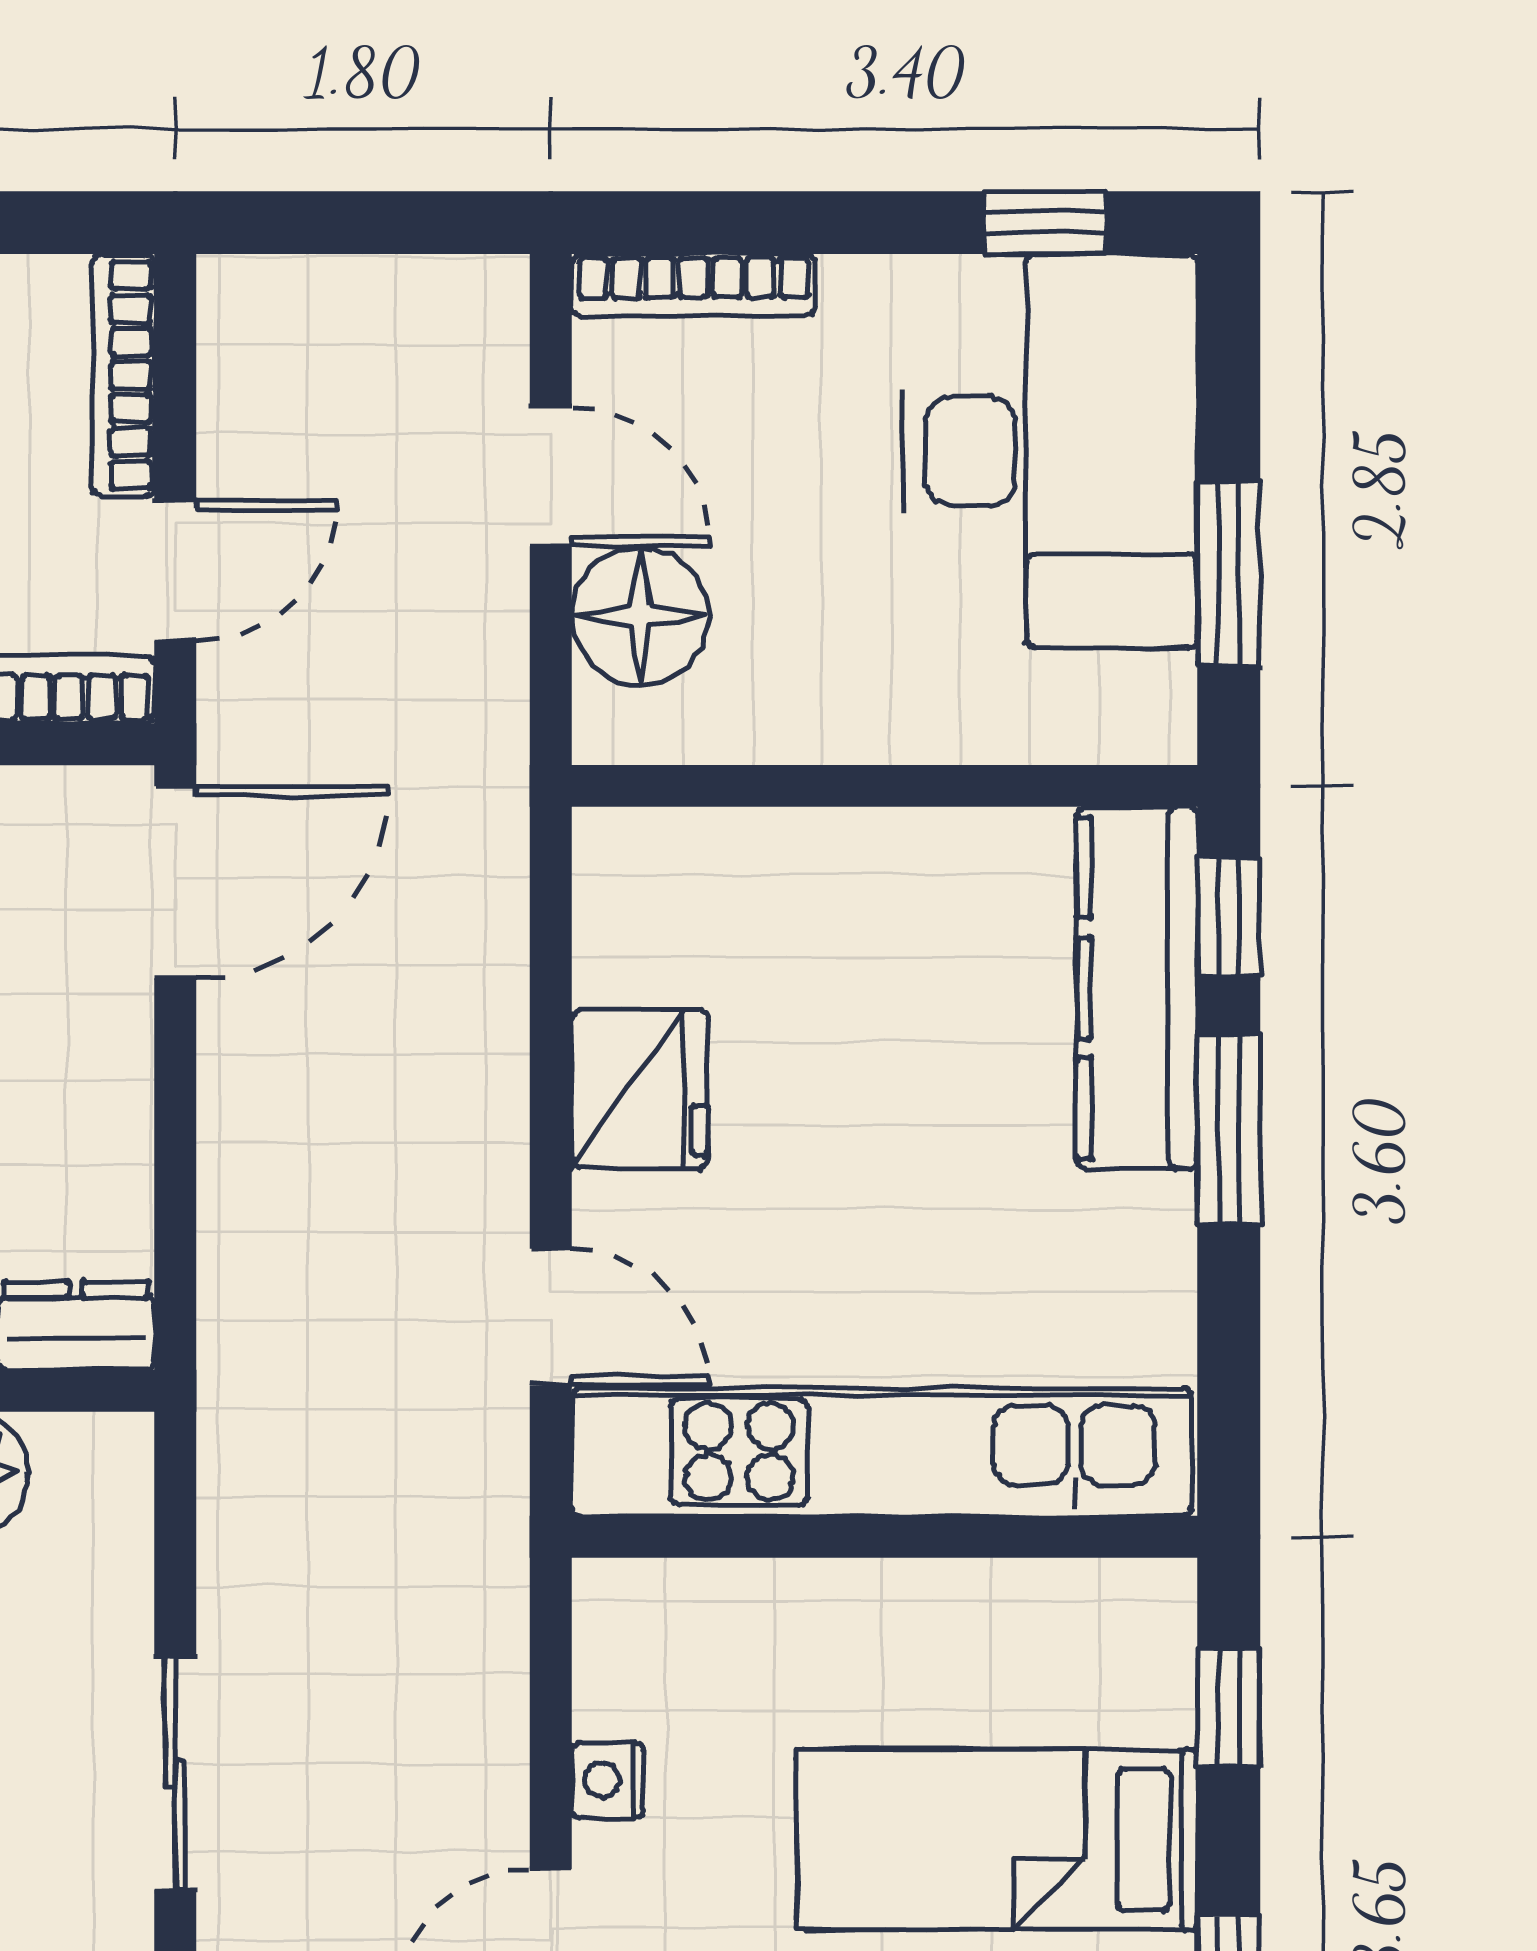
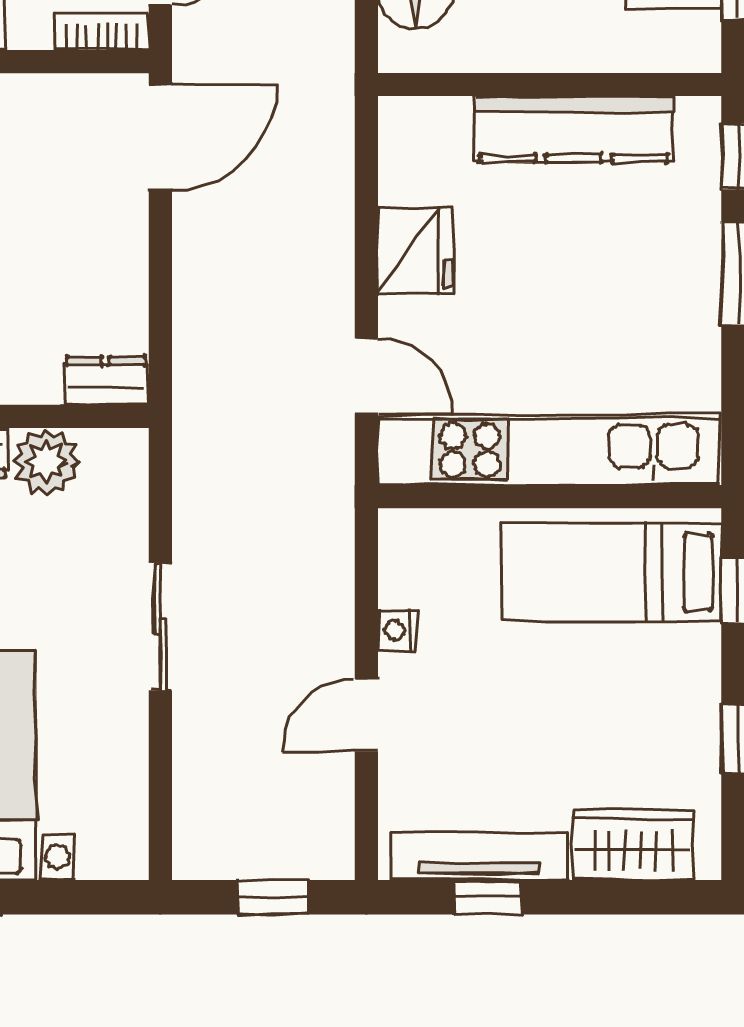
kitchen counter: (1137, 988) -> (574, 129), moved, turned -90
bed: (997, 1840) -> (611, 572), moved

